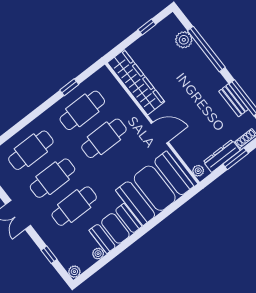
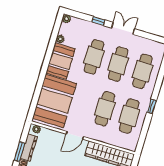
window: (69, 87) -> (152, 106), moved
window: (49, 255) -> (98, 21), moved

